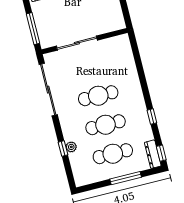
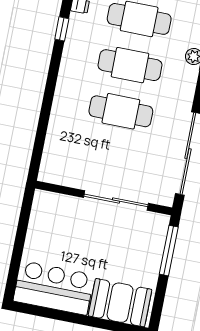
window: (152, 117) -> (62, 29), moved

